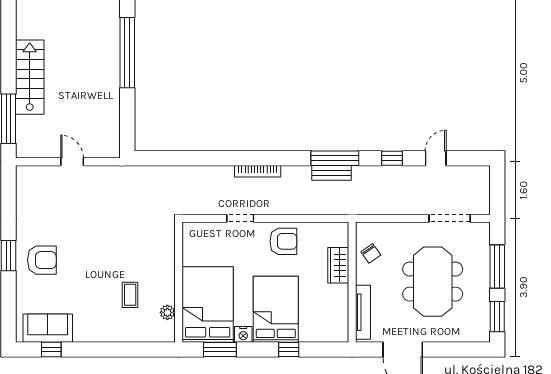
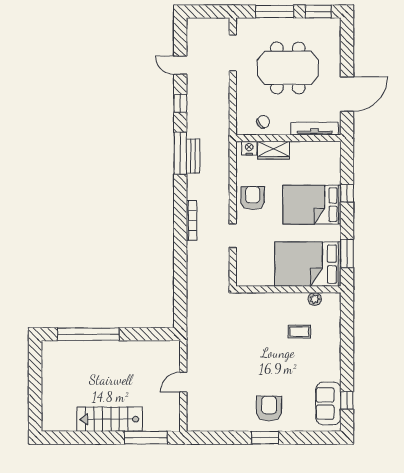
nightstand: (243, 334) -> (249, 148), moved, turned -90

